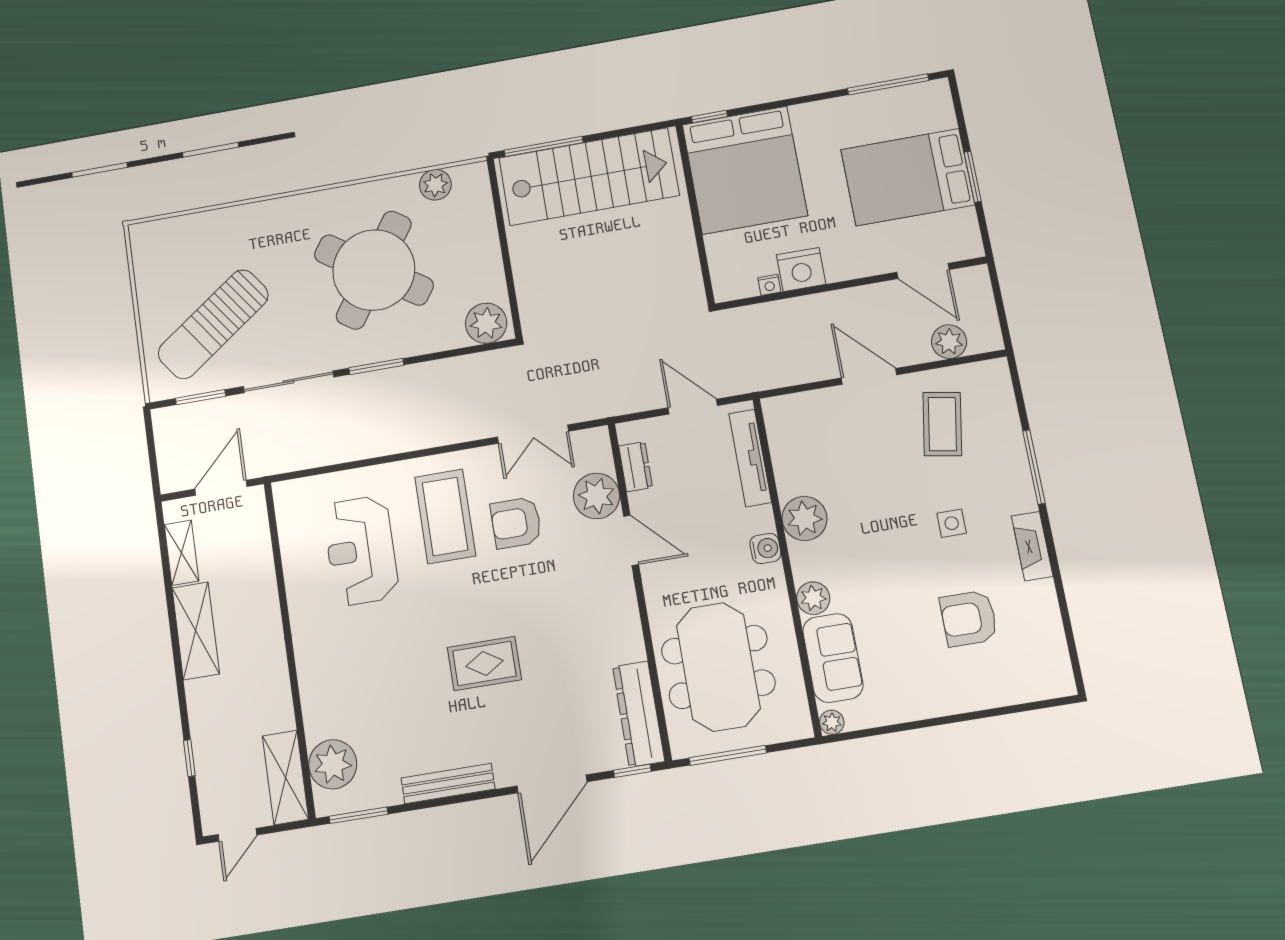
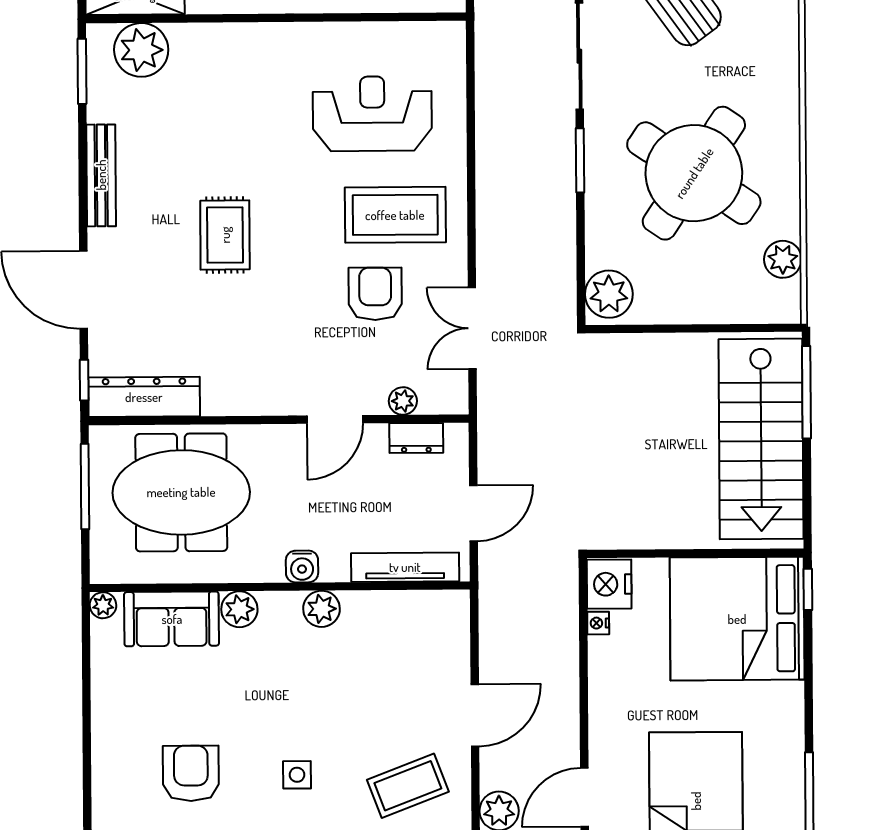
nightstand: (801, 270) -> (609, 584), moved
coffee table: (942, 424) -> (408, 786), turned -31
plant: (597, 496) -> (403, 401), width x0.53, depth x0.53
plant: (805, 518) -> (321, 609), width x0.73, depth x0.73

